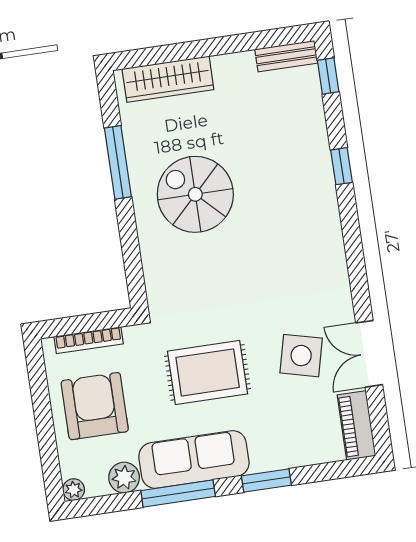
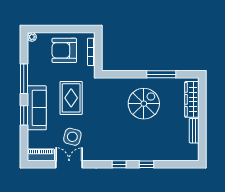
bench: (286, 56) -> (194, 131), moved
window: (328, 76) -> (119, 164), moved
armchair: (95, 406) -> (64, 50), turned 180
sofa: (194, 459) -> (37, 108), moved
plant: (124, 478) -> (34, 58), removed

